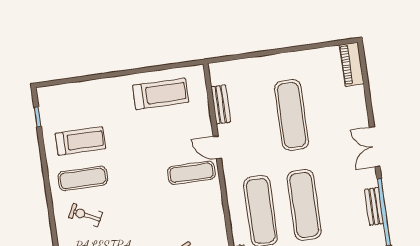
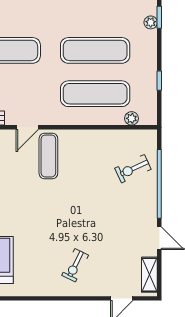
exercise mat: (83, 178) -> (39, 263), removed

